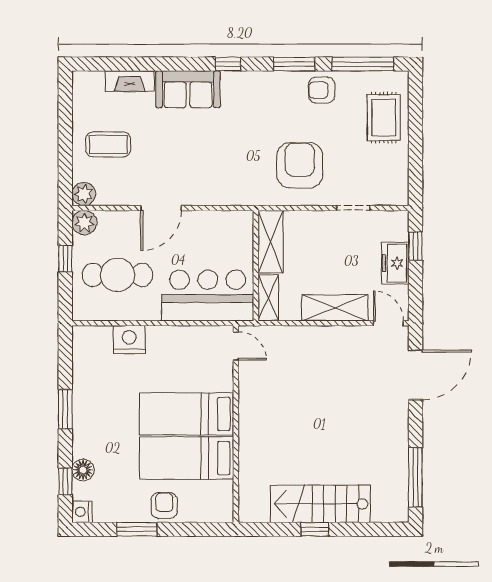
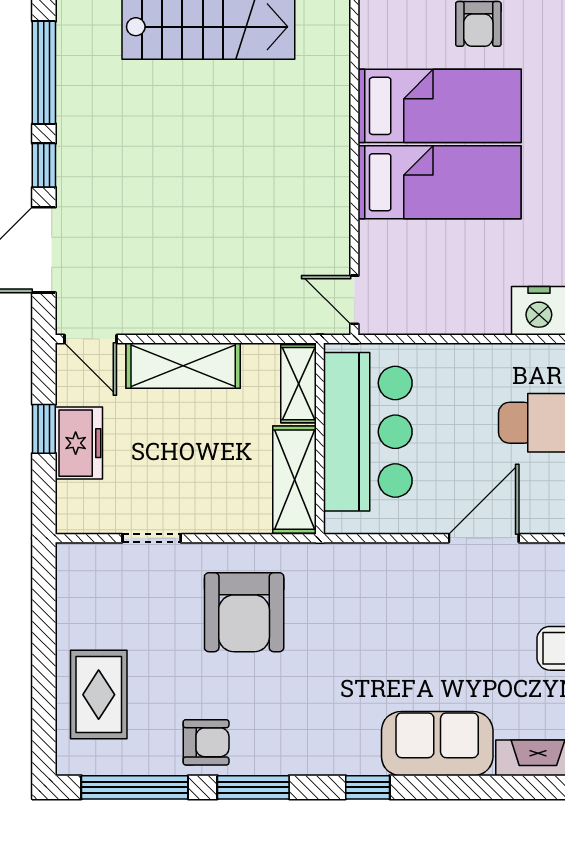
window: (415, 246) -> (44, 429), moved
bar counter: (208, 296) -> (368, 432), moved, turned -90
window: (415, 424) -> (44, 165), added

